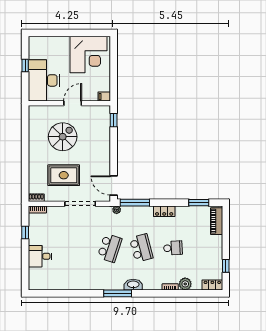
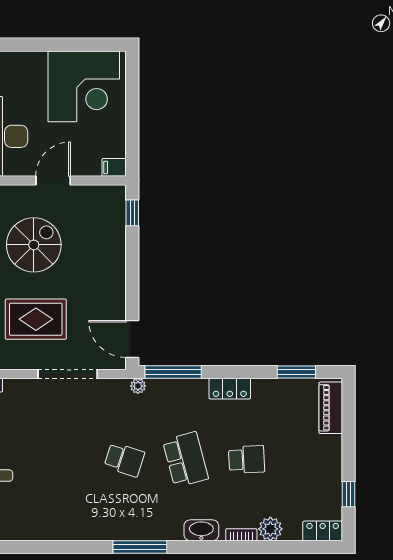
school desk: (110, 248) -> (124, 460), width x0.54
washbasin: (133, 285) -> (201, 530), moved

